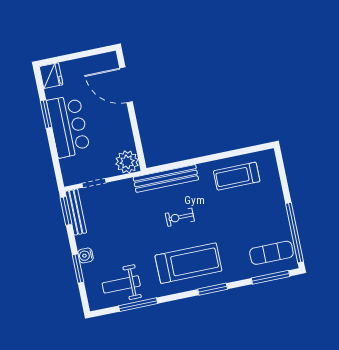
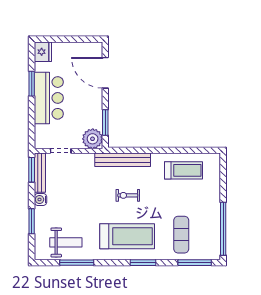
window: (138, 141) -> (105, 123), added
treadmill: (237, 176) -> (184, 170), turned 180
exercise mat: (271, 253) -> (181, 235), moved, turned 90
water cooler: (86, 255) -> (40, 199), moved
weight bench: (121, 284) -> (66, 242), turned 180

